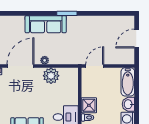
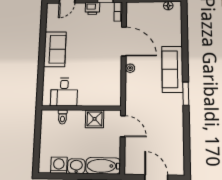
plant: (51, 76) -> (112, 75), removed
shower: (89, 105) -> (95, 119), moved

